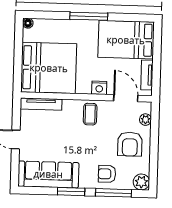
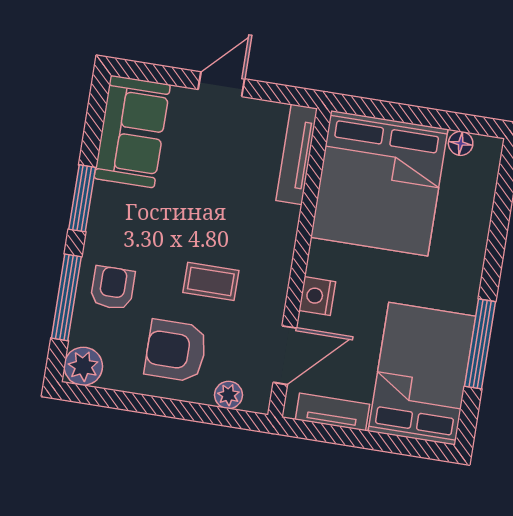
window: (89, 16) -> (480, 344), moved
floor lamp: (28, 23) -> (461, 143), moved
coffee table: (90, 114) -> (211, 281), moved
sofa: (48, 174) -> (132, 132), width x0.73

